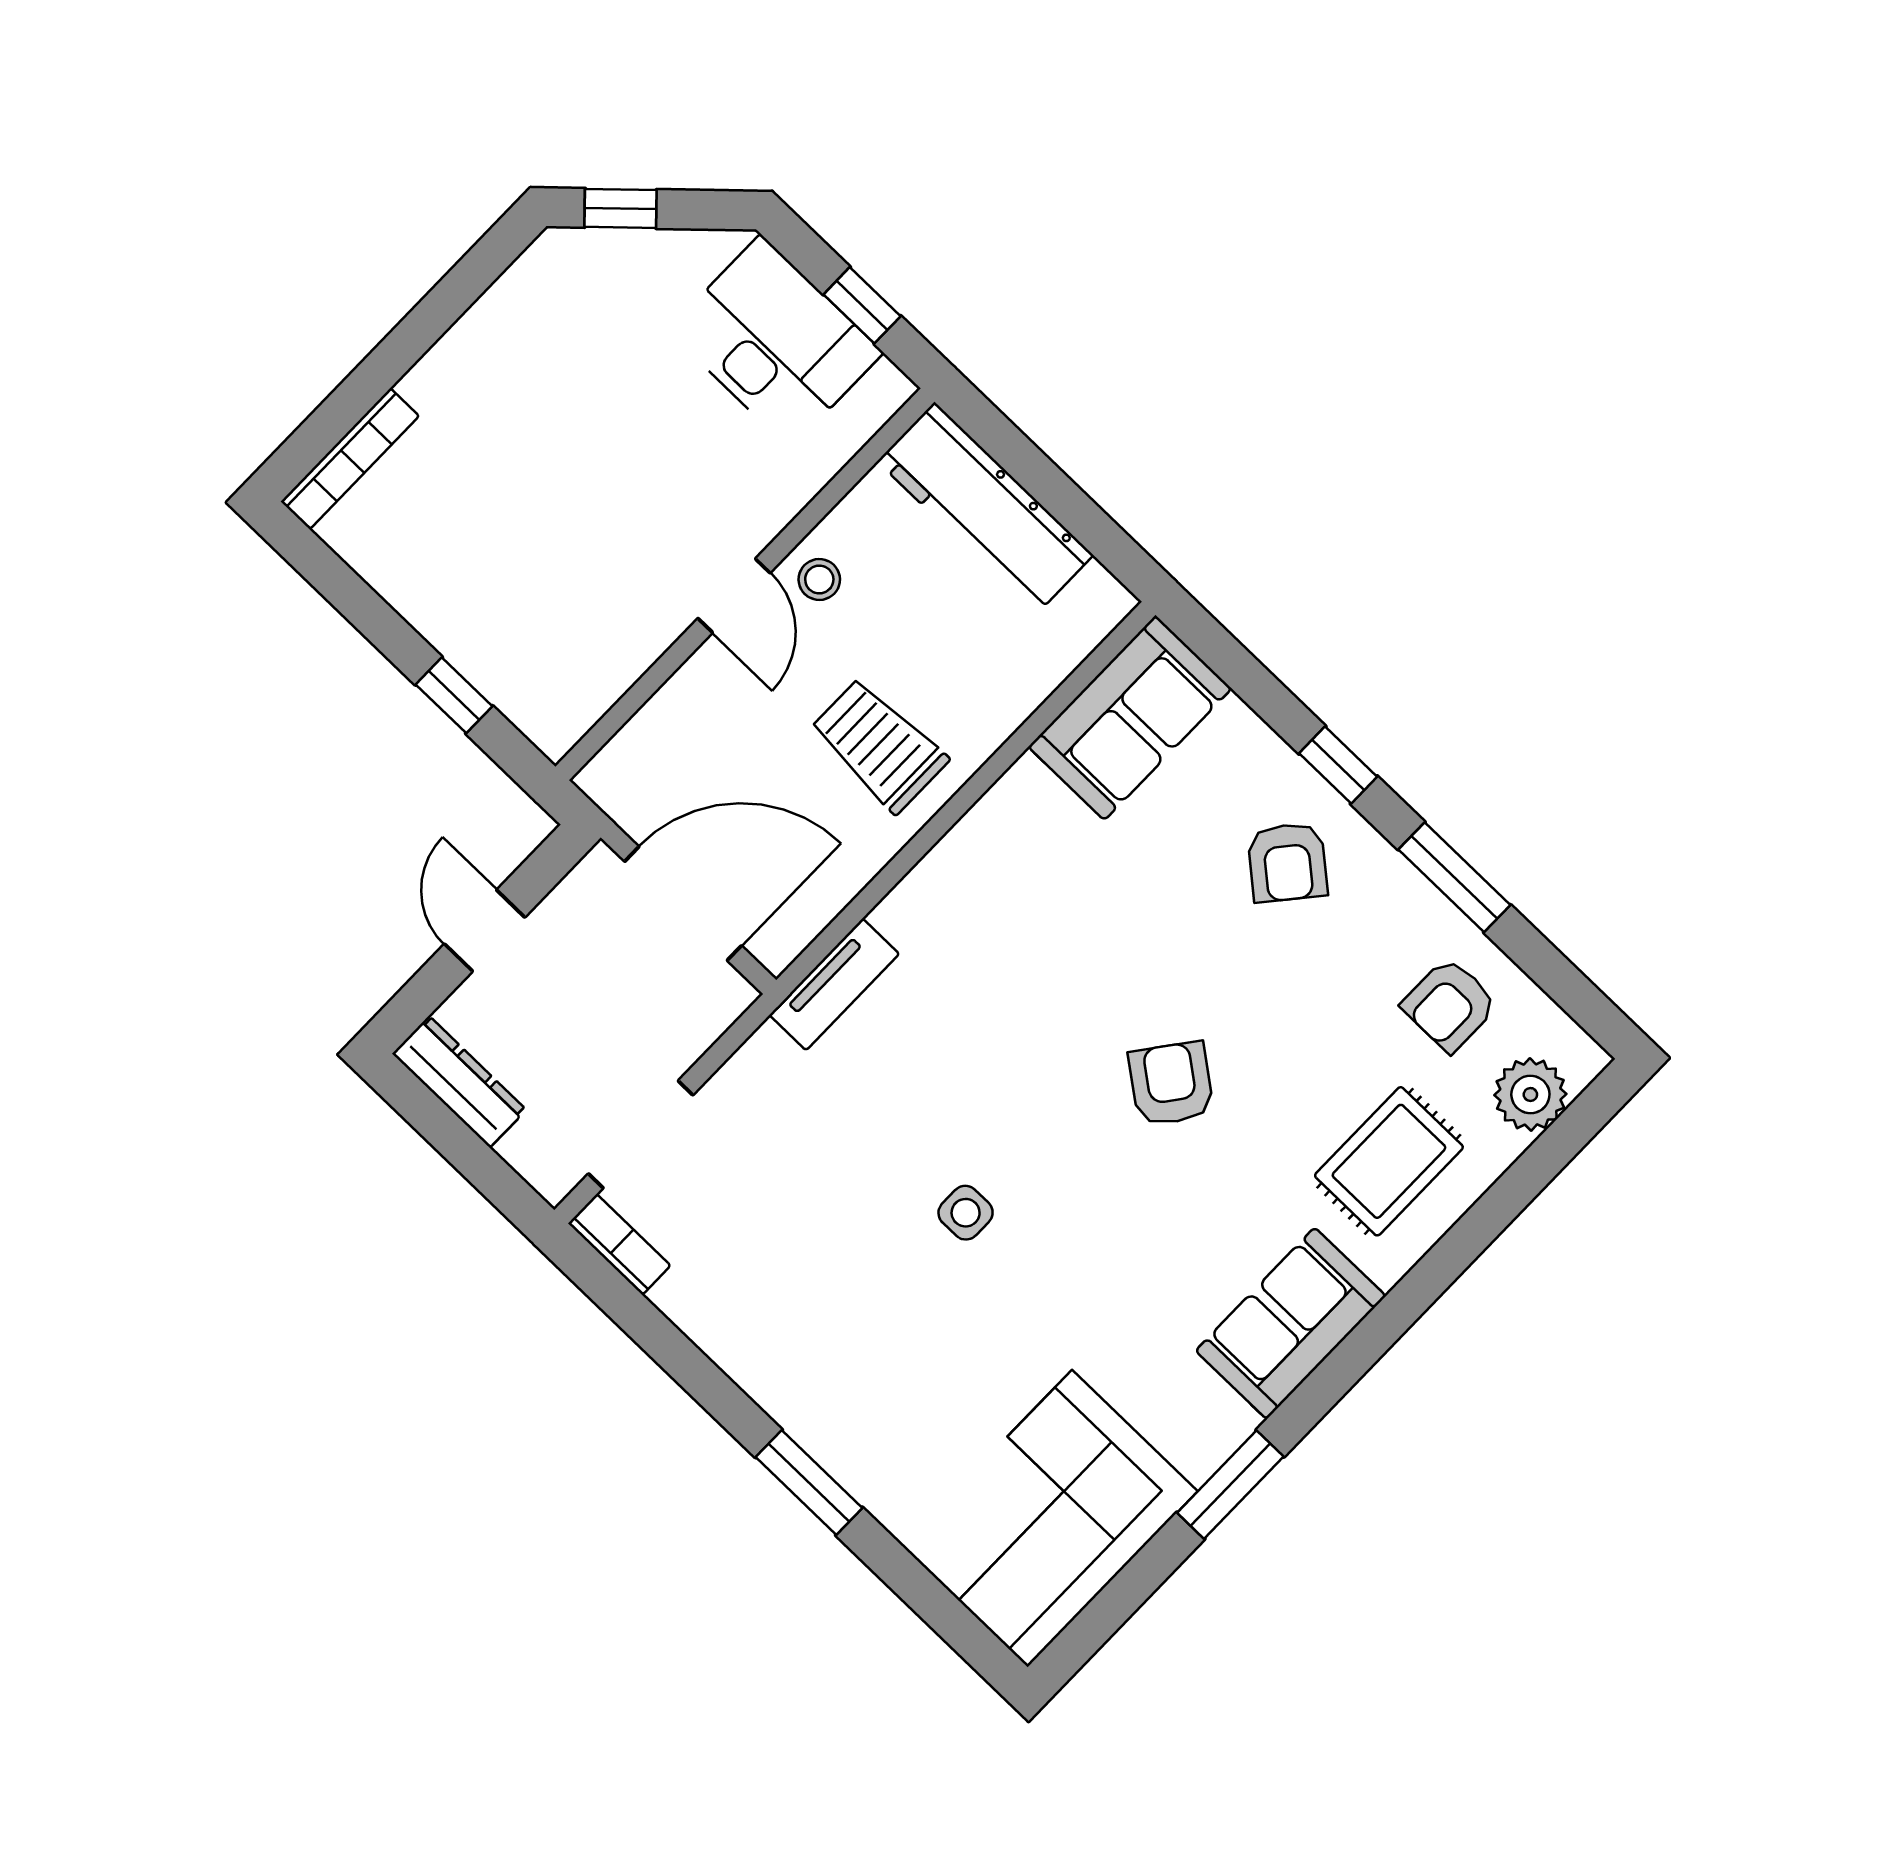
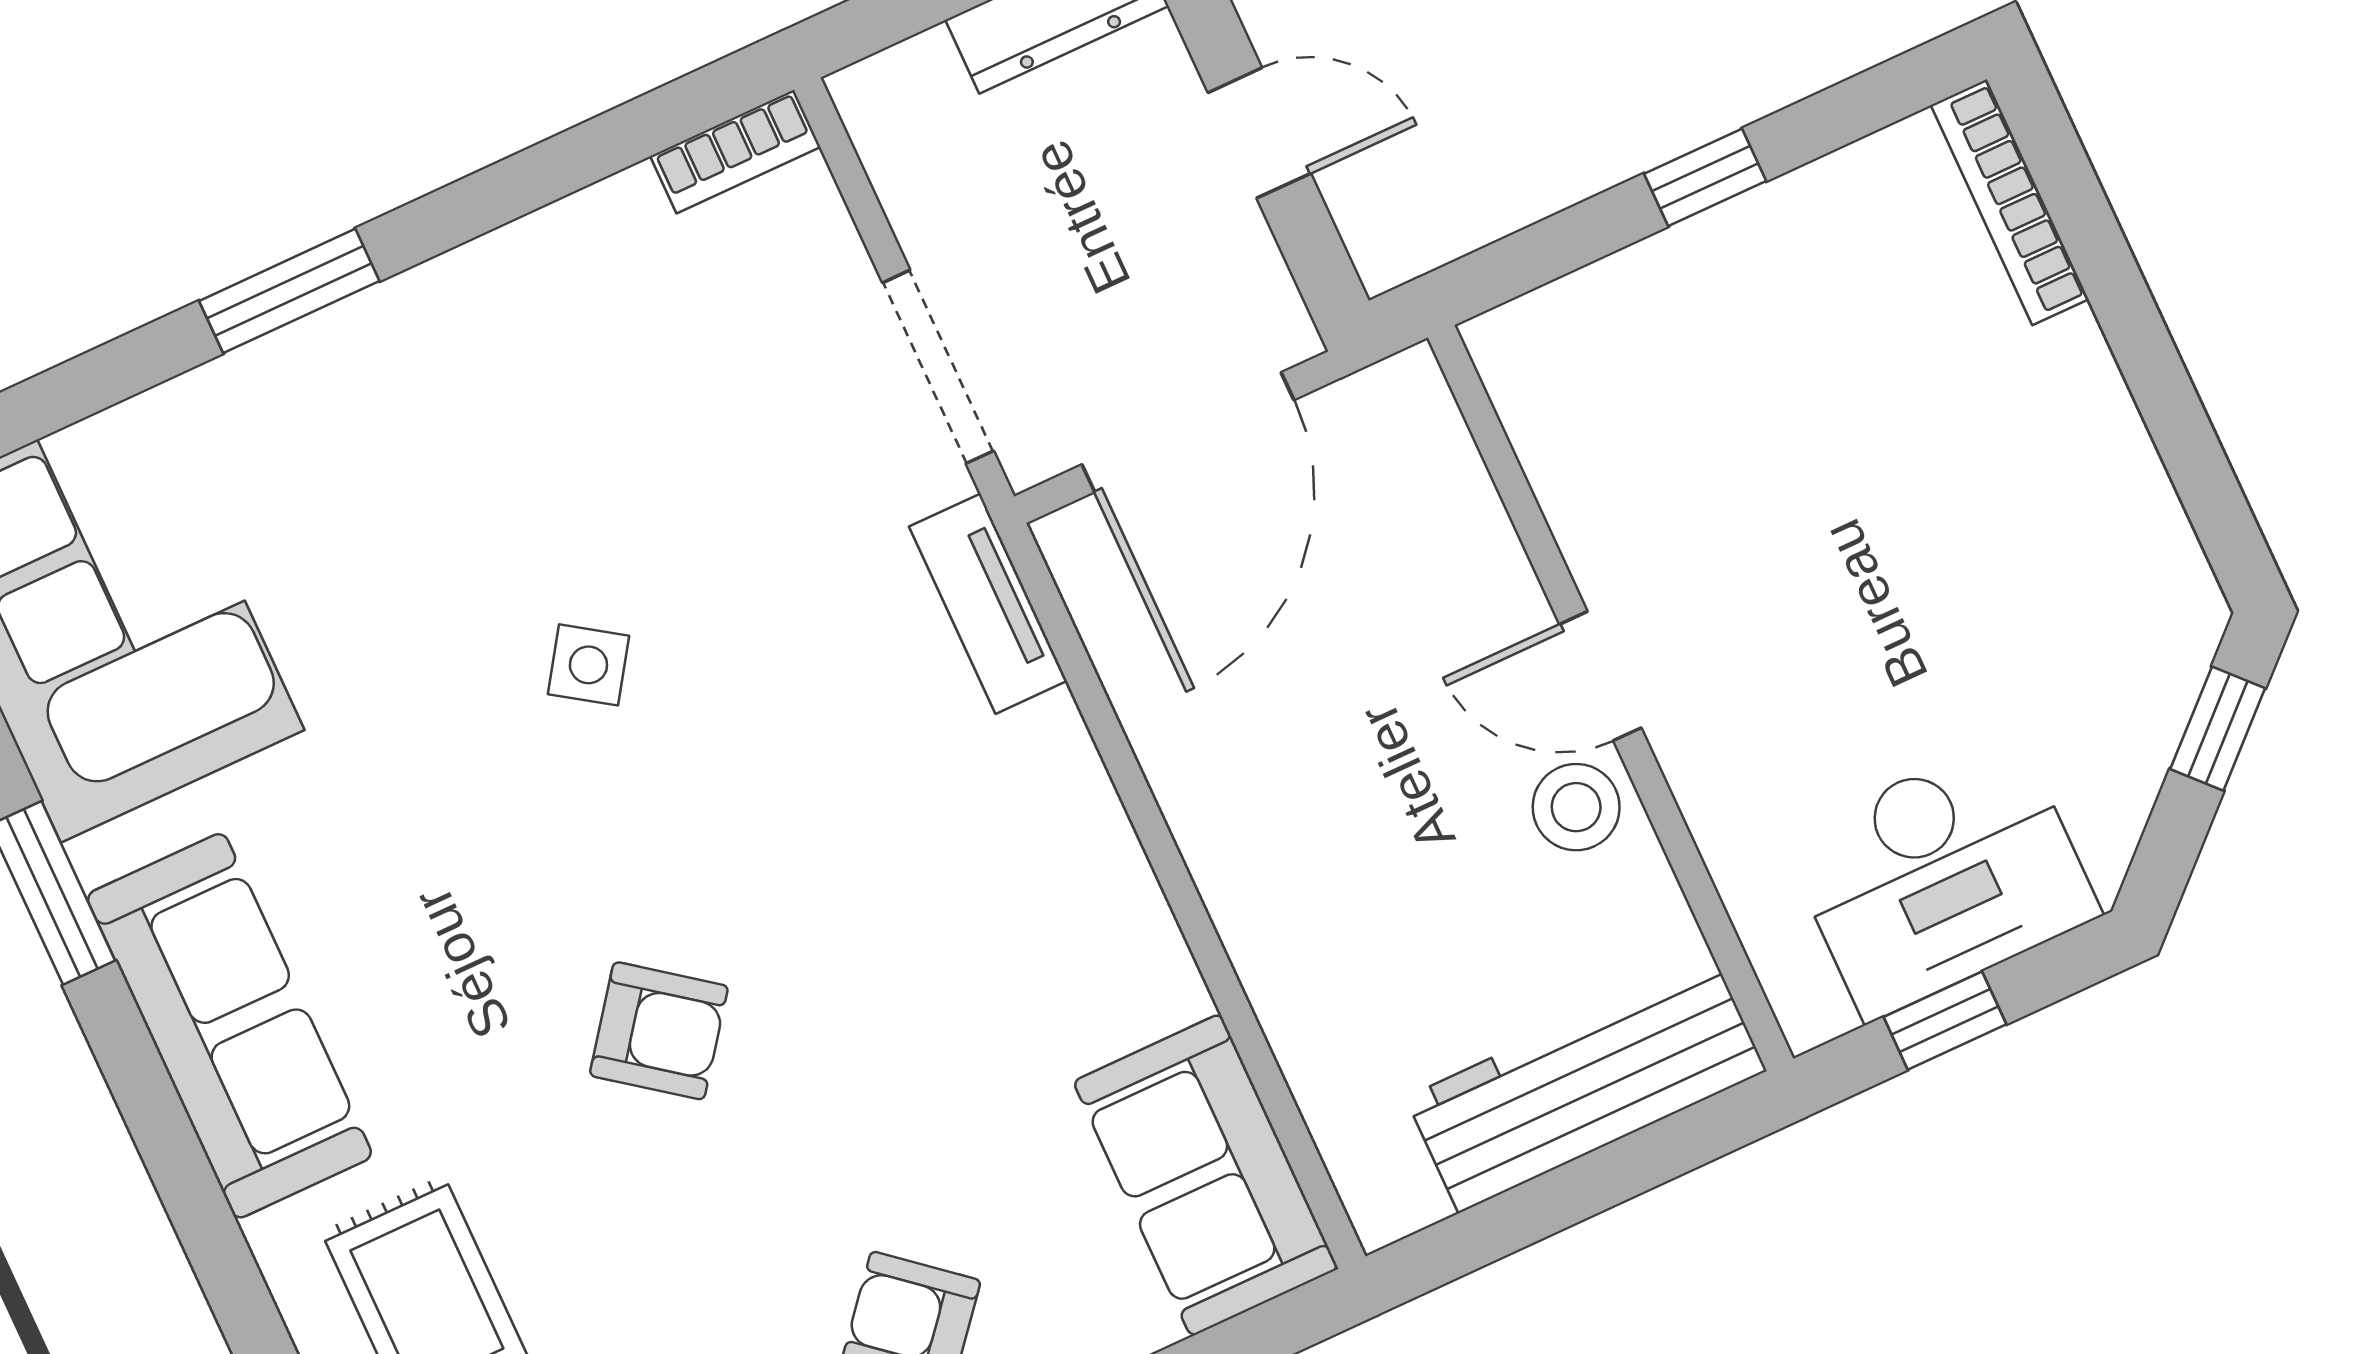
stool: (819, 580) -> (1576, 807), width x1.37, depth x1.37
window: (454, 695) -> (1705, 177), moved
trolley: (879, 745) -> (1306, 801), removed
doorway: (641, 1134) -> (938, 367), moved
side table: (966, 1213) -> (588, 665), turned 34
sofa: (1291, 1323) -> (229, 1026), width x1.36

